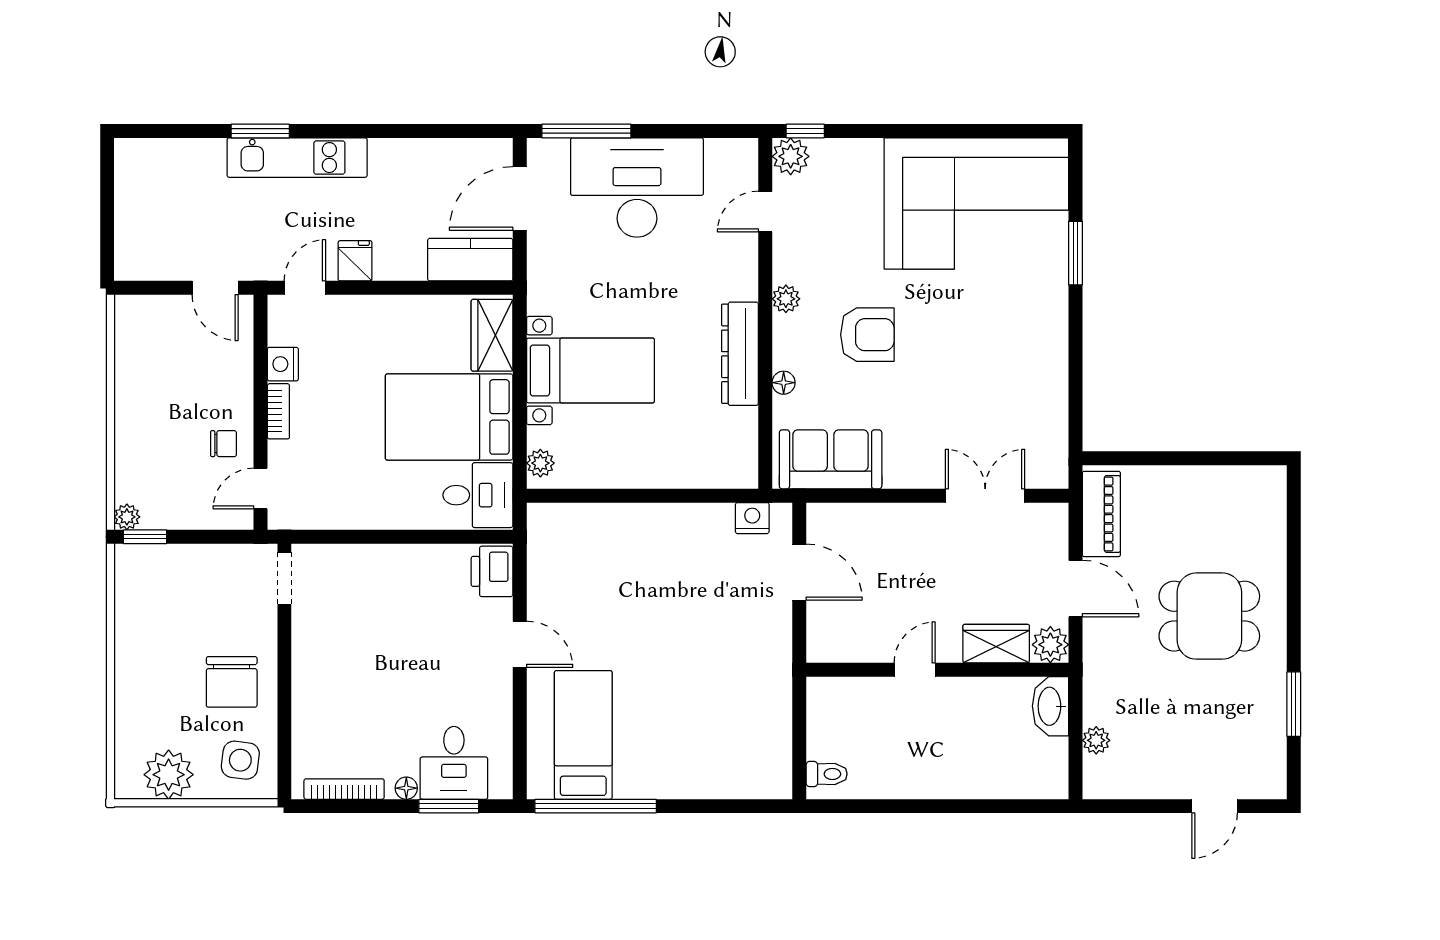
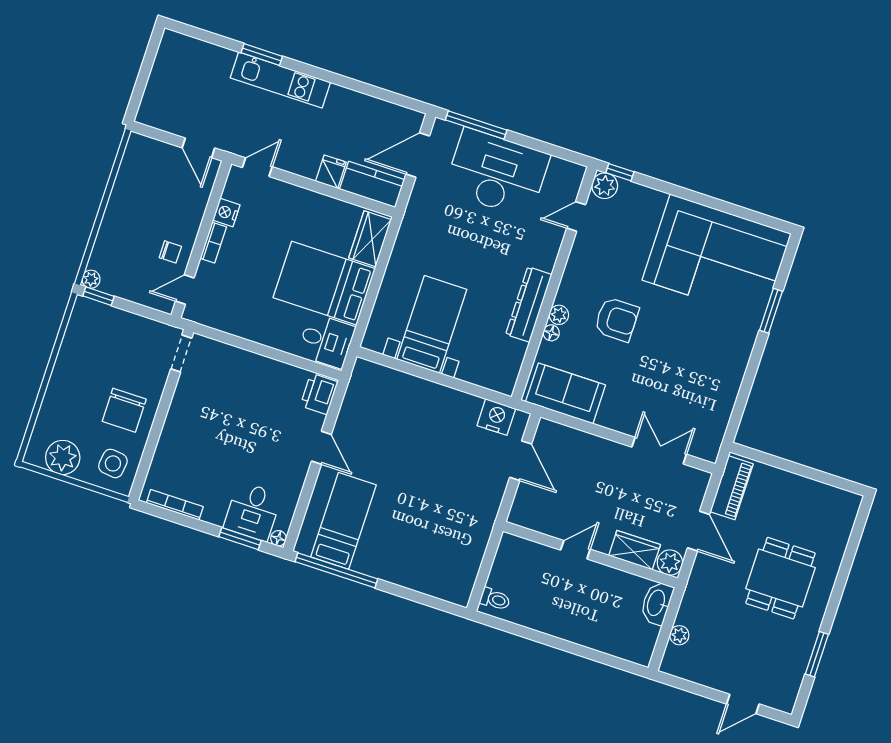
fridge: (355, 261) -> (331, 172), moved
plant: (786, 299) -> (559, 315), moved
bed with nightstands: (590, 371) -> (432, 324), moved, turned -90
plant: (540, 463) -> (374, 333), removed
nightstand: (752, 518) -> (496, 417), width x1.36, depth x1.33
dining table: (1209, 616) -> (780, 578), turned 90
floor lamp: (406, 788) -> (278, 538), moved

